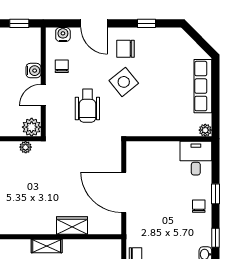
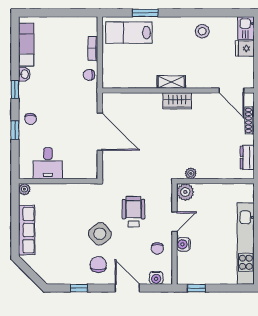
chair: (125, 49) -> (98, 264), turned -90
desk: (196, 158) -> (48, 163), moved
wardrobe: (72, 226) -> (177, 101), moved

